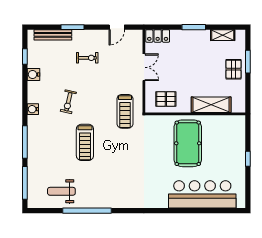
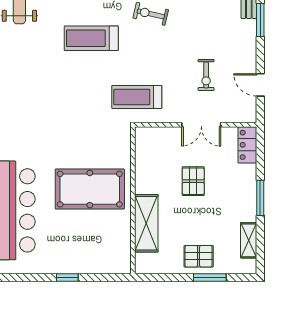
exercise bike: (87, 58) -> (206, 75), moved
pallet: (166, 99) -> (193, 181), moved

